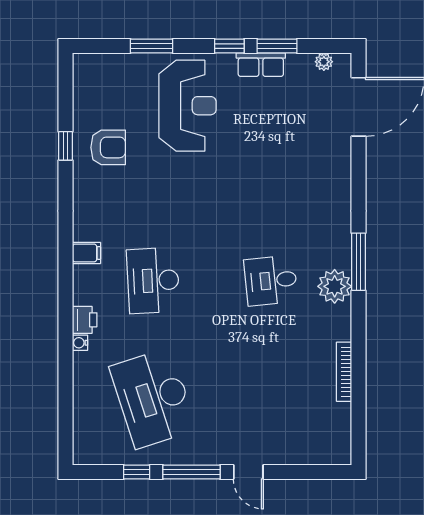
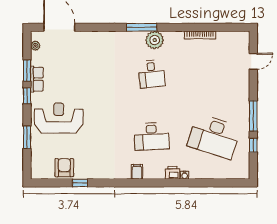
armchair: (108, 147) -> (64, 168), moved
desk: (153, 398) -> (214, 136), turned 36
door: (248, 472) -> (253, 61), moved

